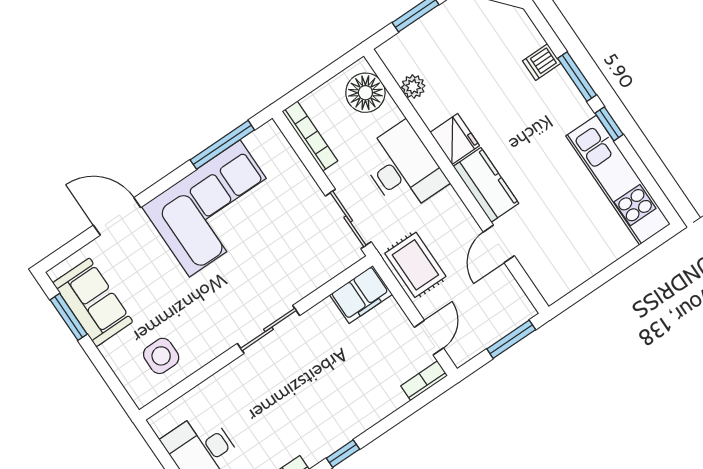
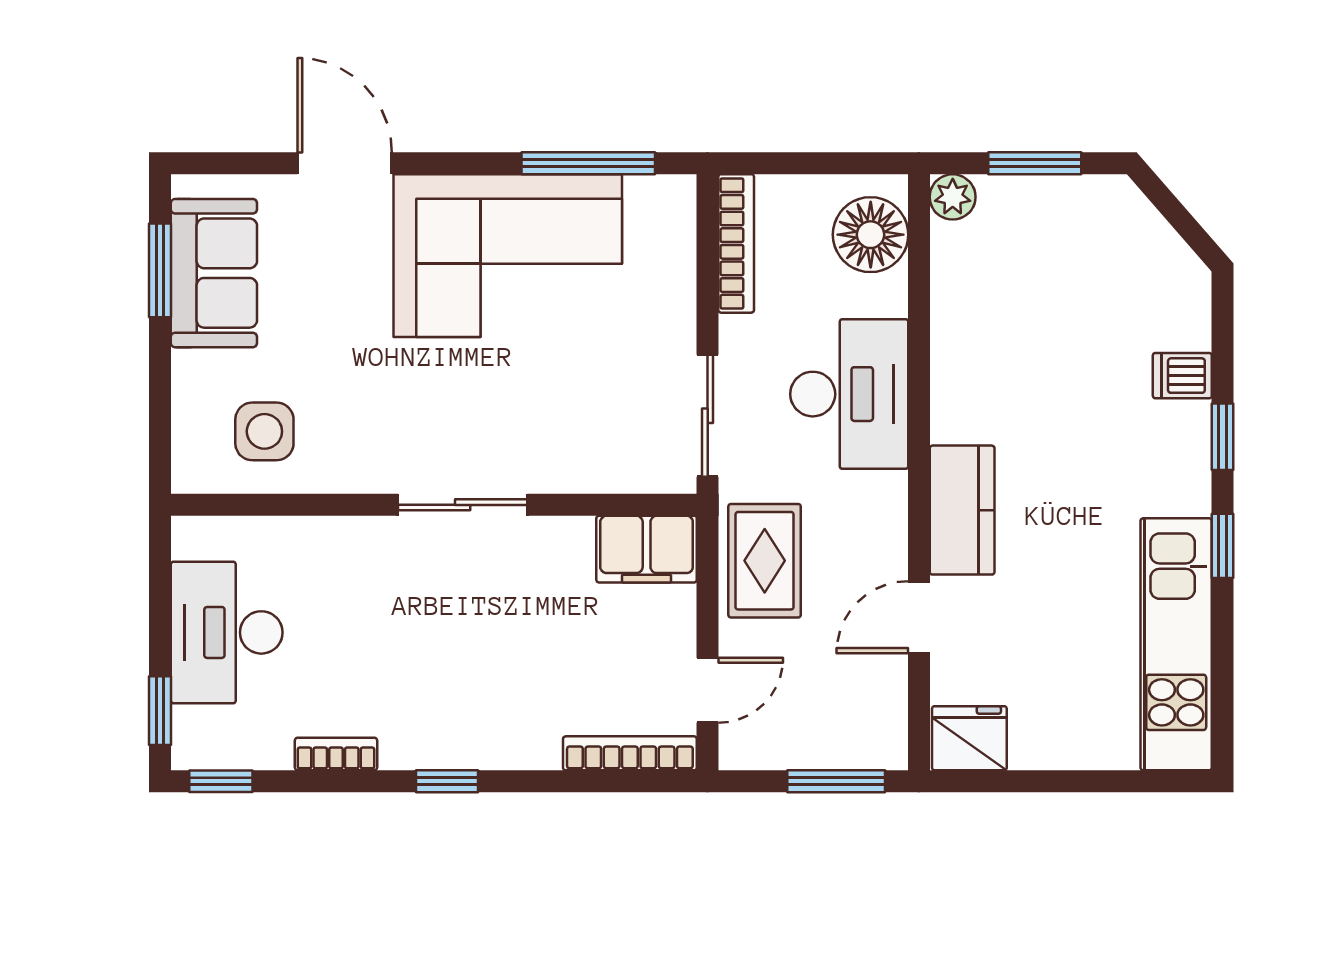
window: (577, 77) -> (1223, 437), width x0.67
plant: (413, 87) -> (953, 197), moved
fridge: (455, 139) -> (969, 738), moved, turned -90
bookcase: (424, 381) -> (630, 753), width x1.56

